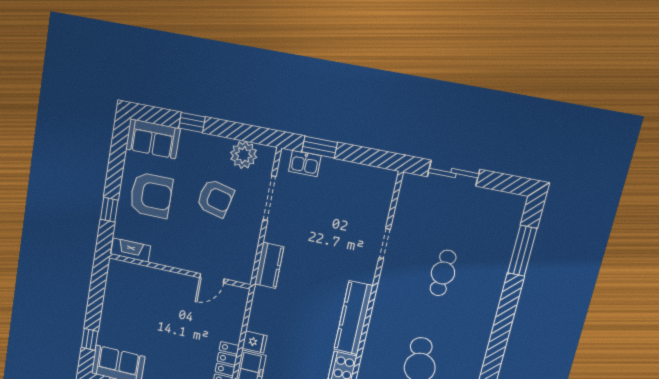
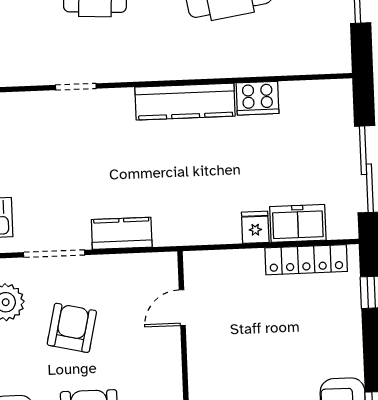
kitchen counter: (269, 265) -> (122, 233), moved
door: (212, 278) -> (182, 308), swing flipped

